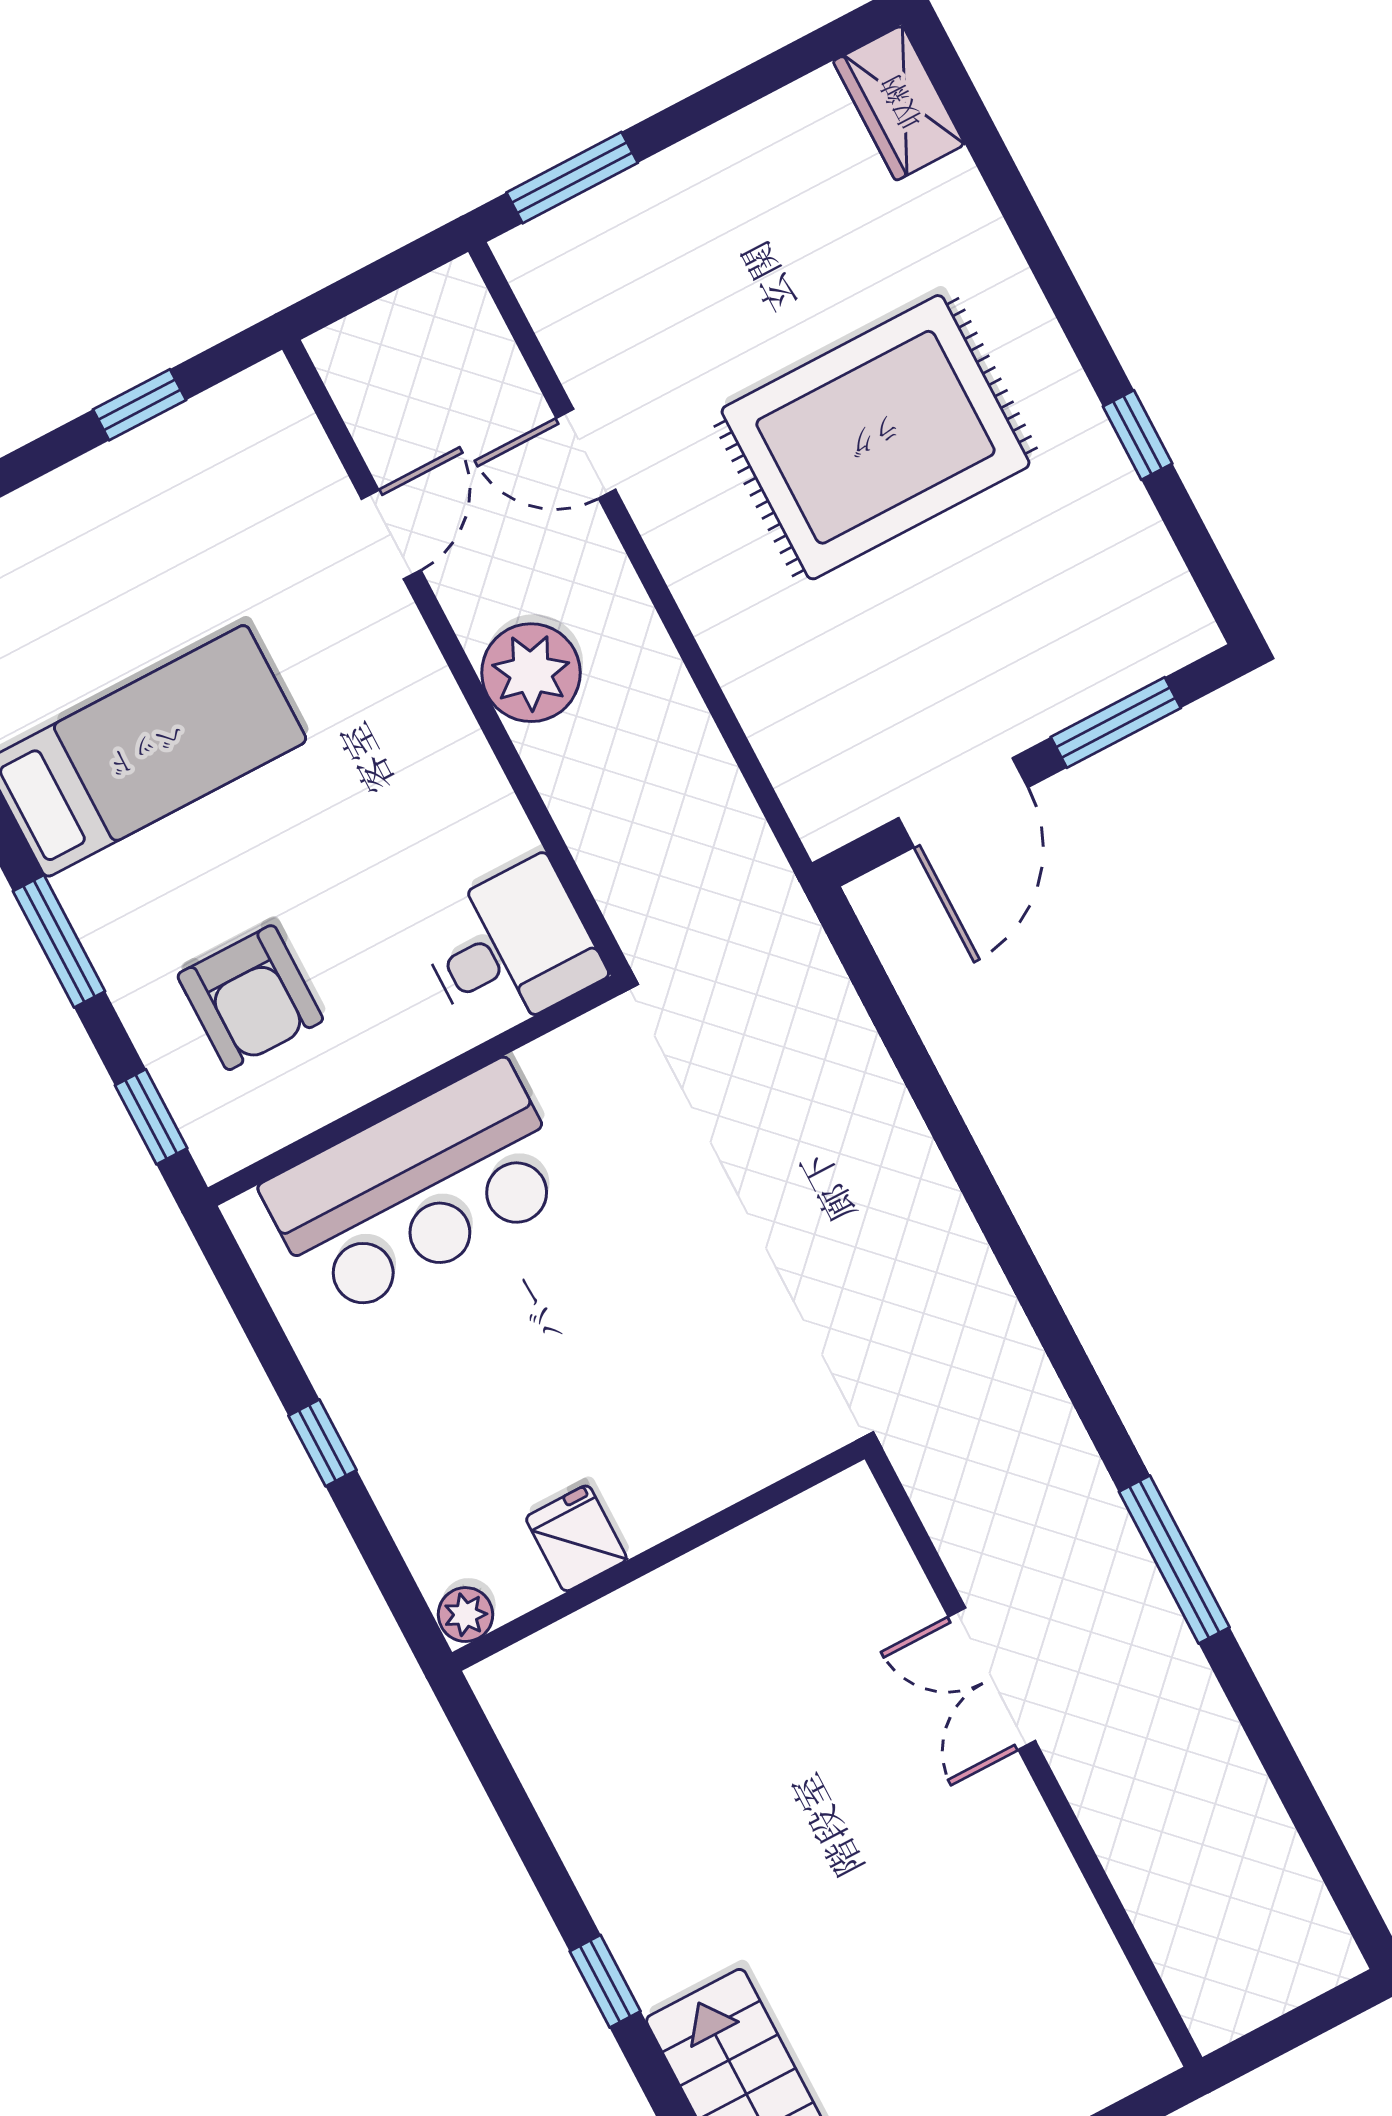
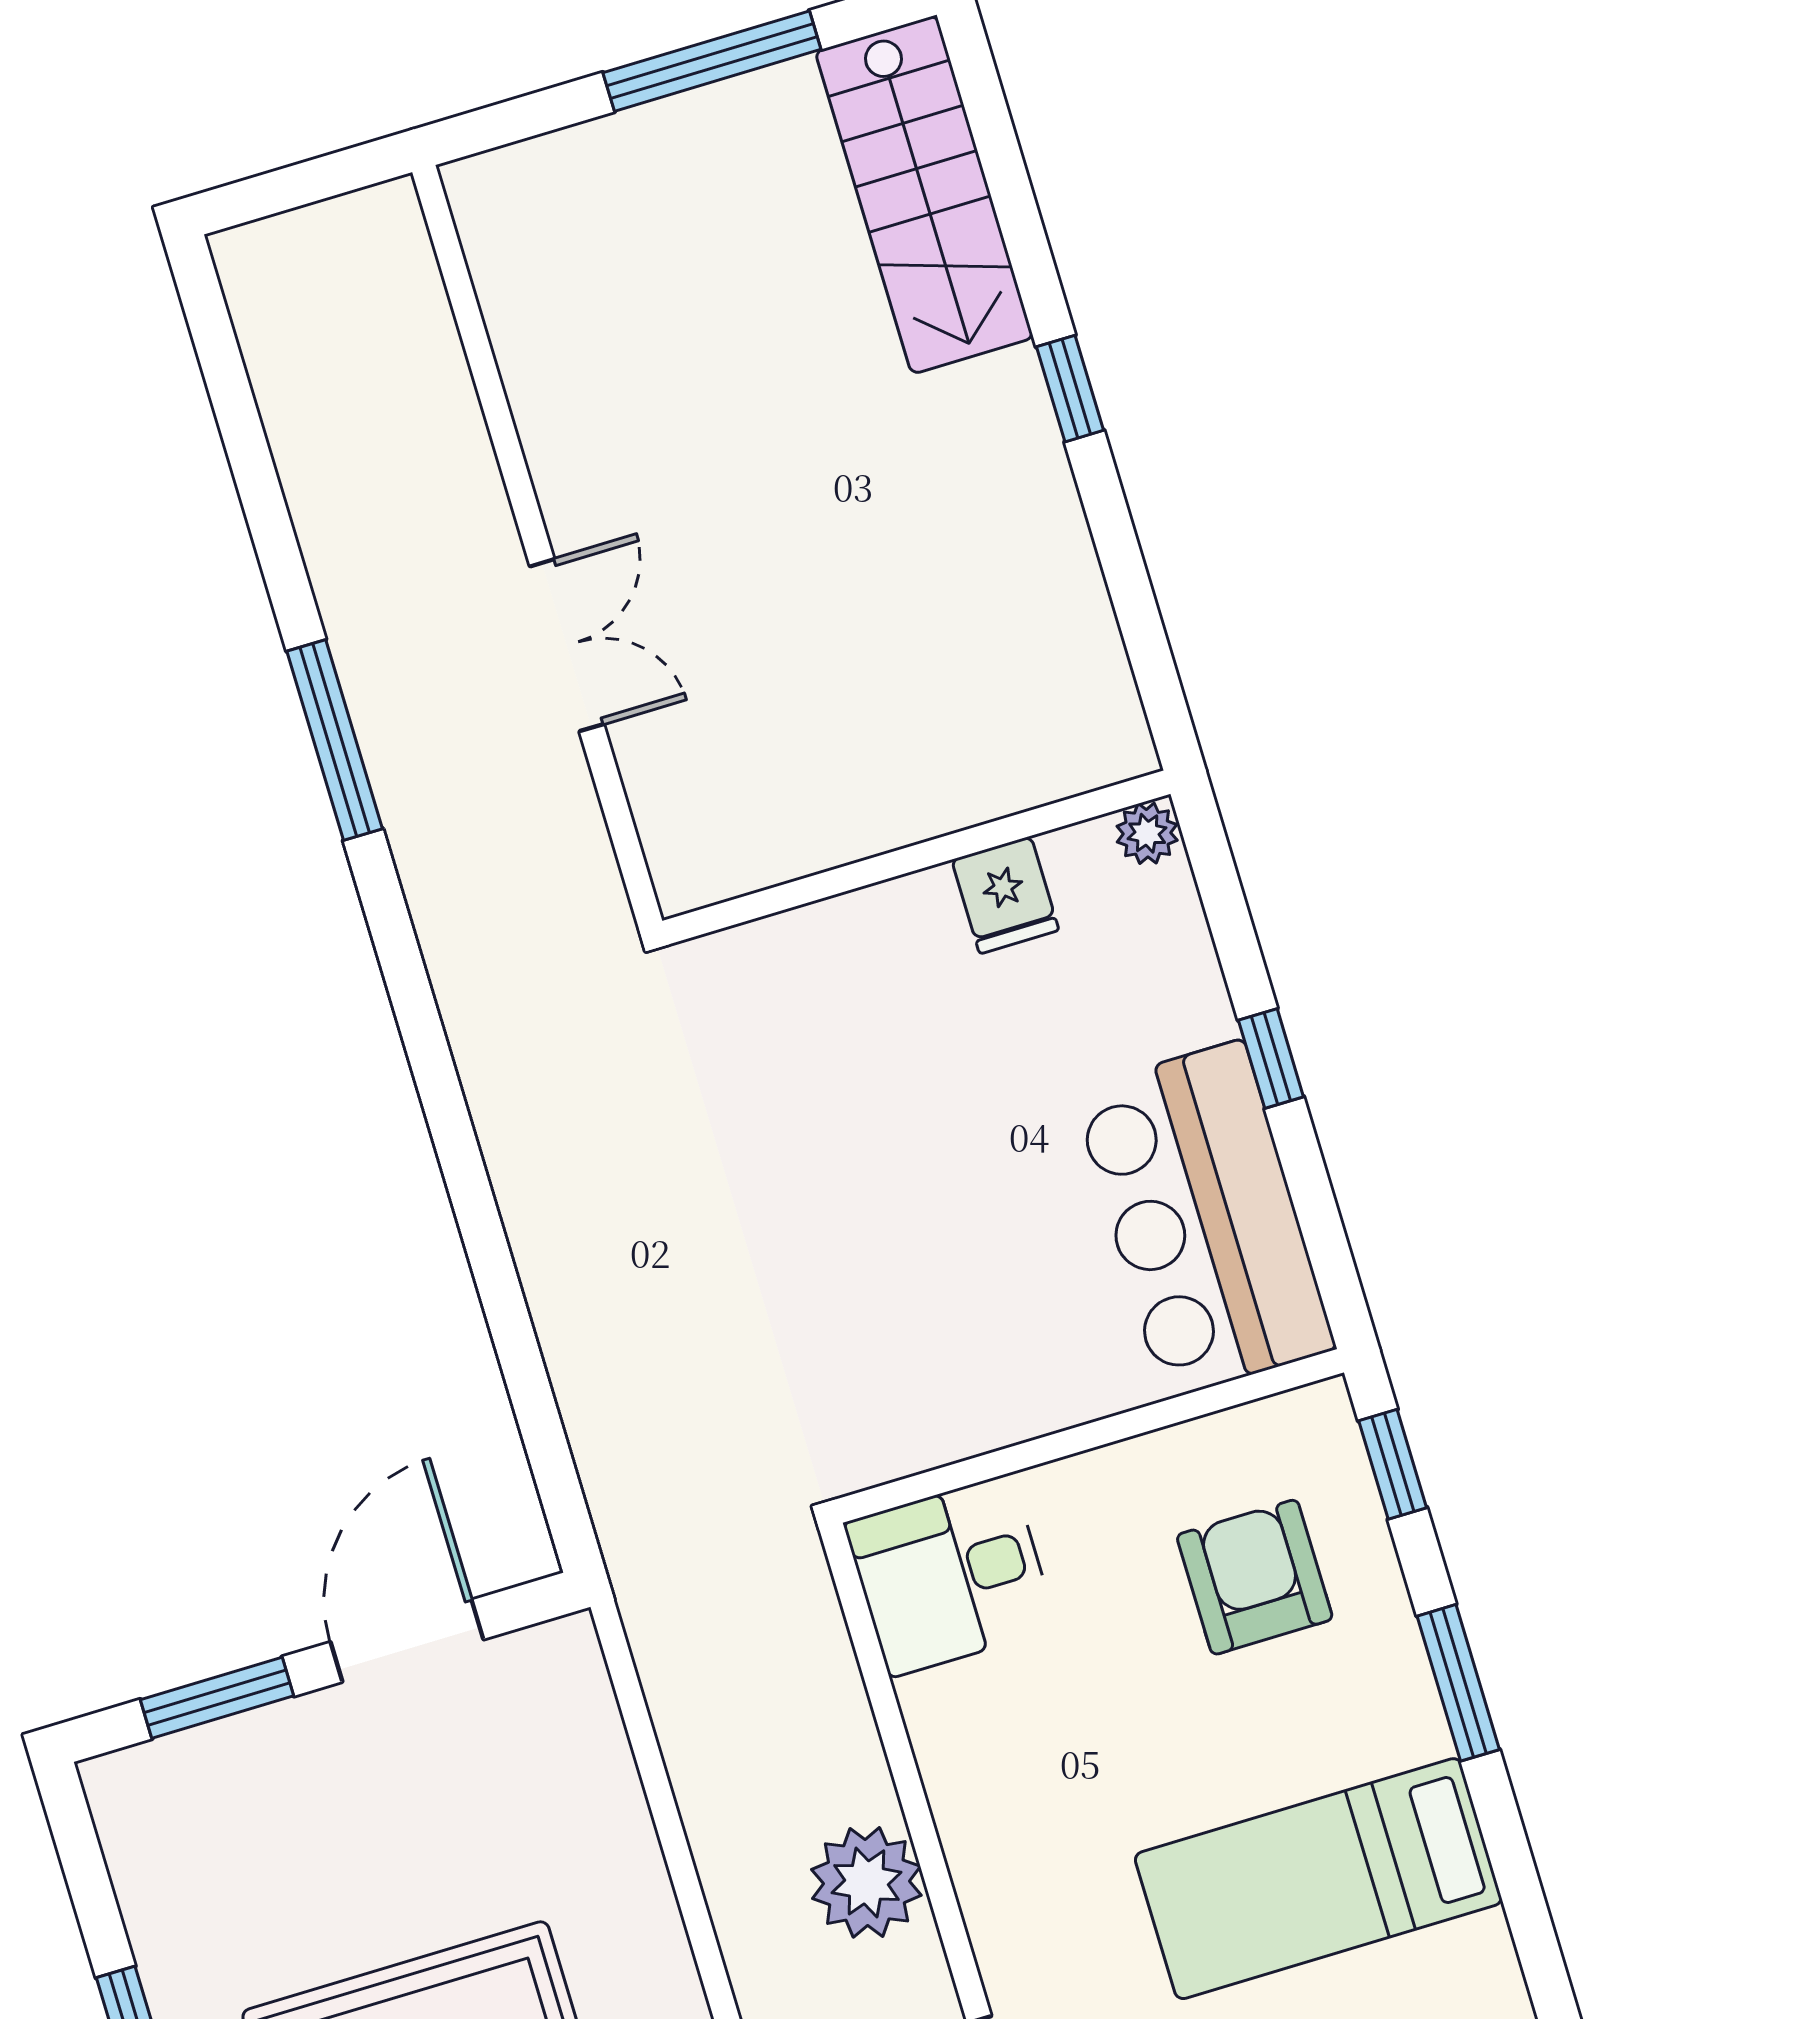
bar counter: (417, 1190) -> (1204, 1219), moved, turned -90

